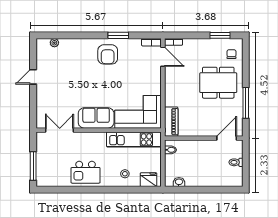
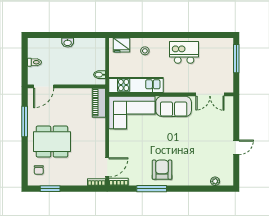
window: (118, 35) -> (152, 189), width x1.44
door: (163, 57) -> (107, 167), swing flipped
washbasin: (179, 182) -> (68, 43), moved

